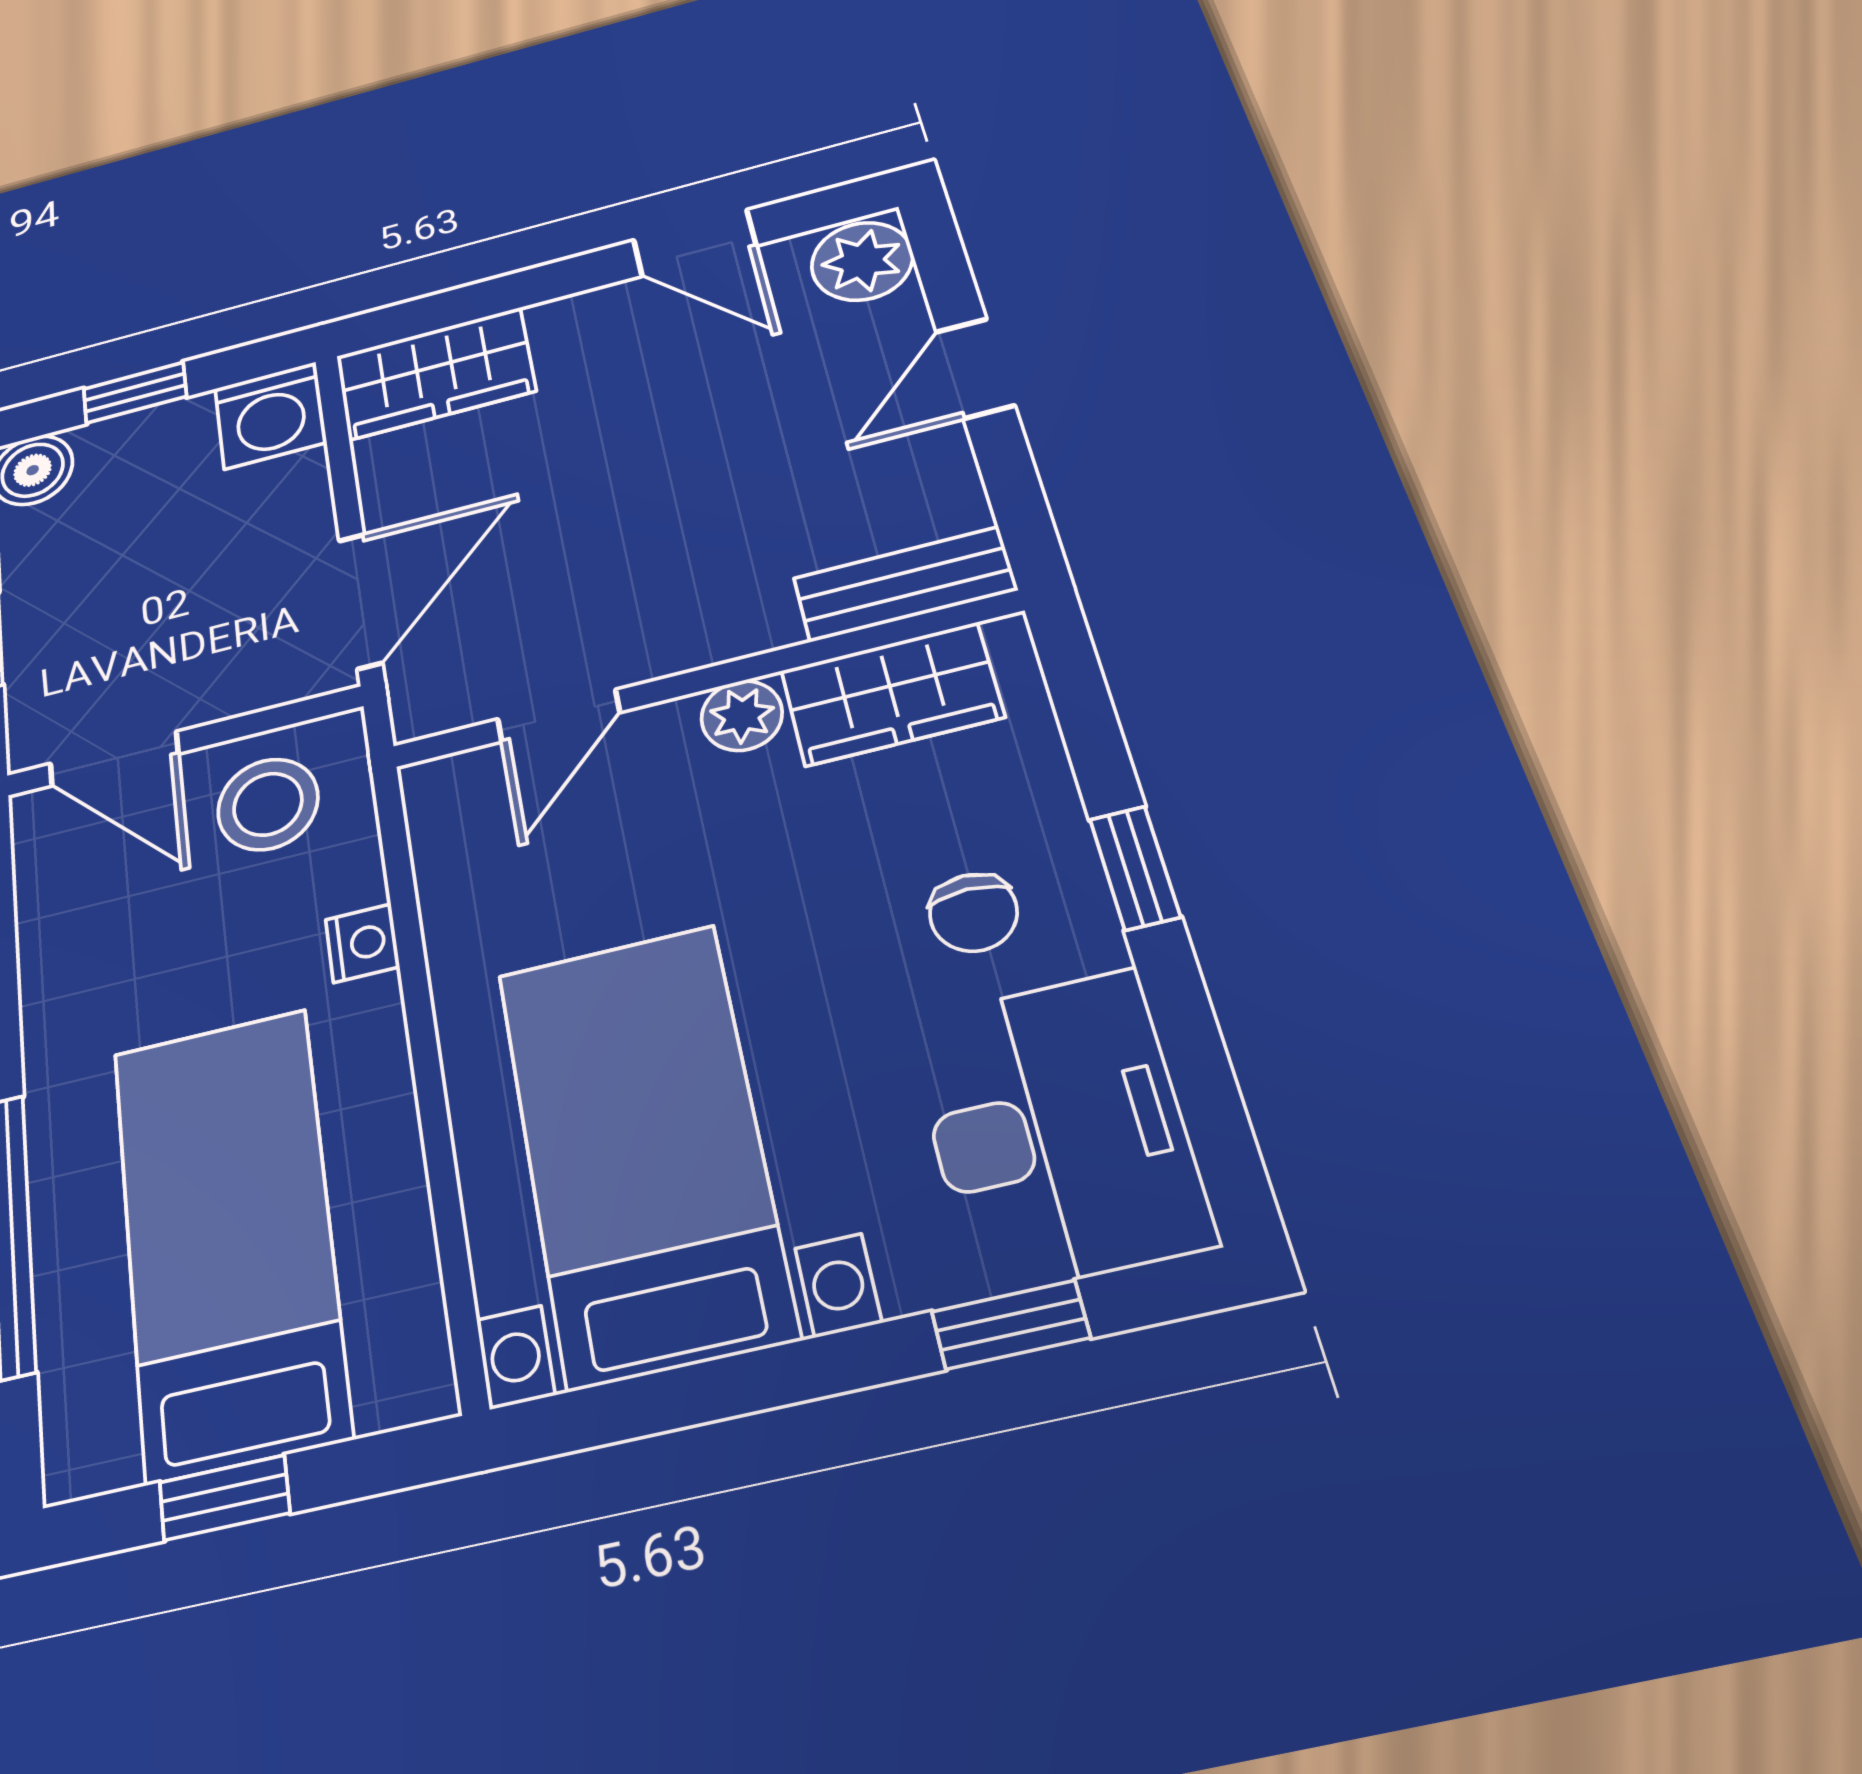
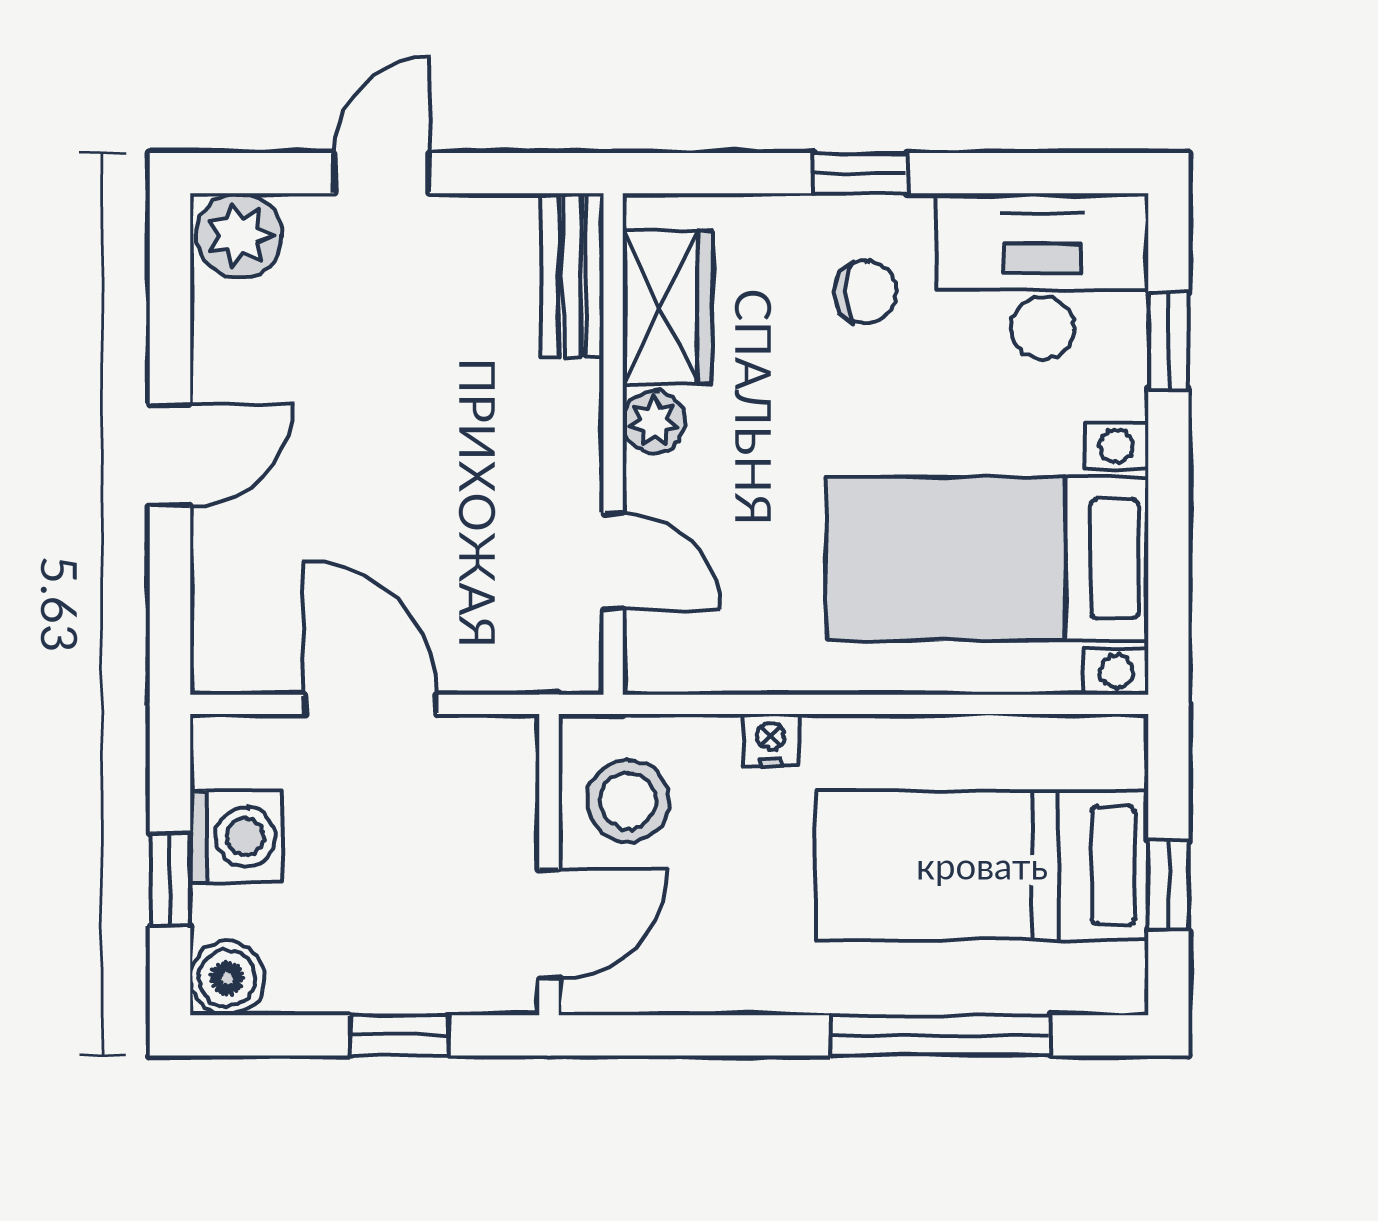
door: (695, 243) -> (170, 455), moved
door: (975, 368) -> (382, 173), swing flipped
wardrobe: (435, 373) -> (238, 612), removed
washing machine: (270, 415) -> (236, 837), moved
door: (361, 601) -> (370, 704), moved

